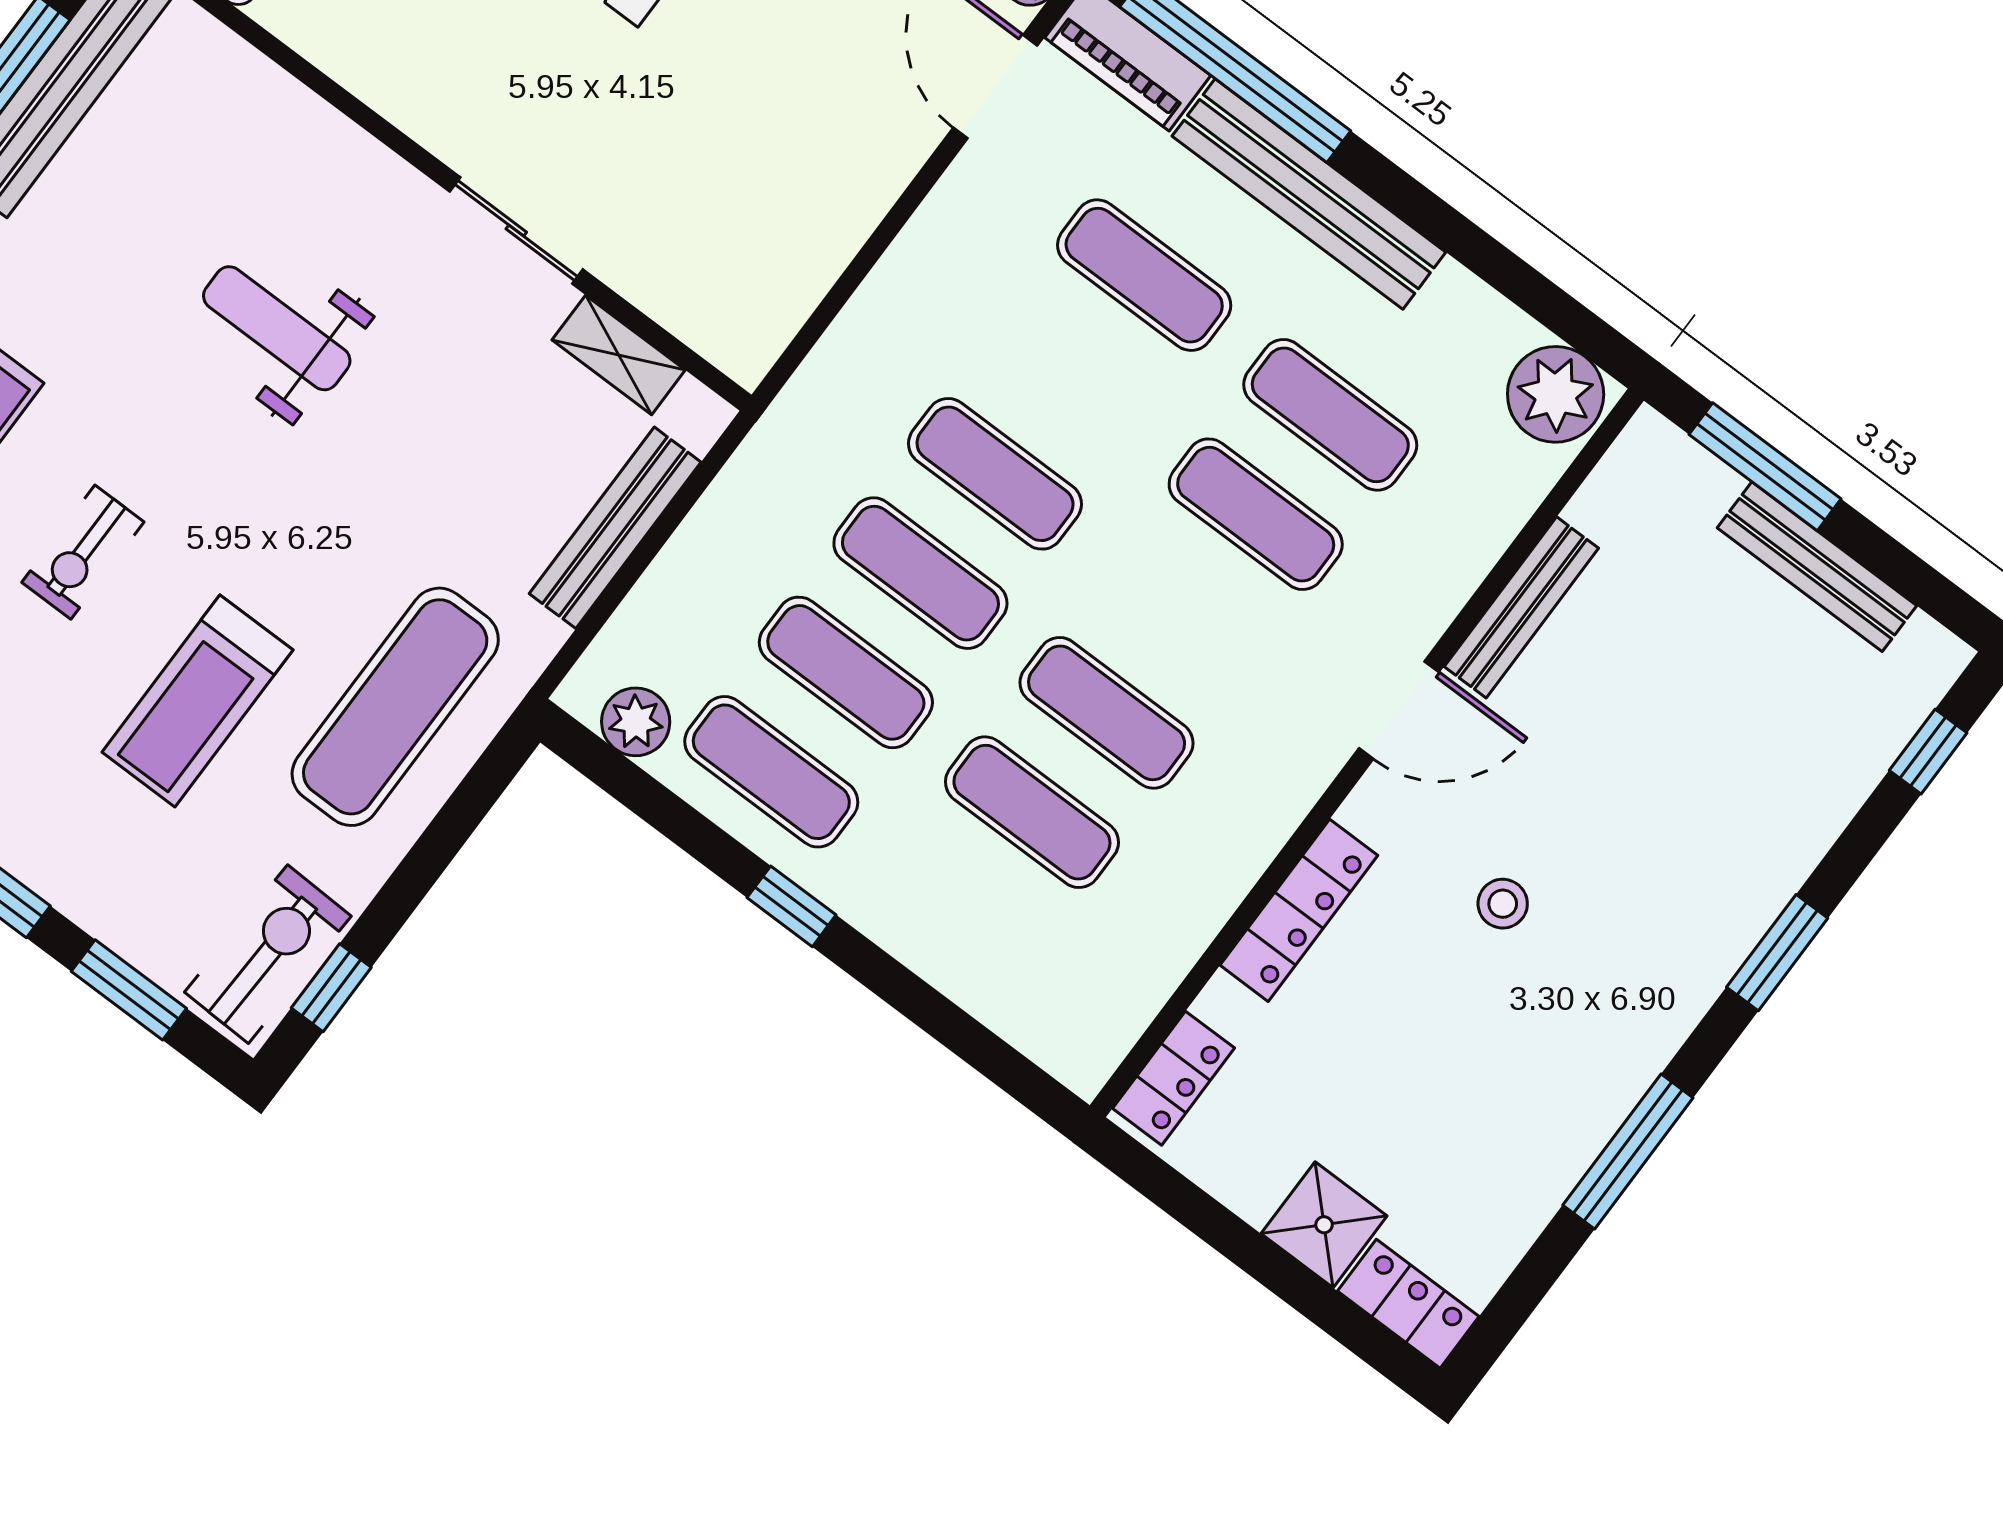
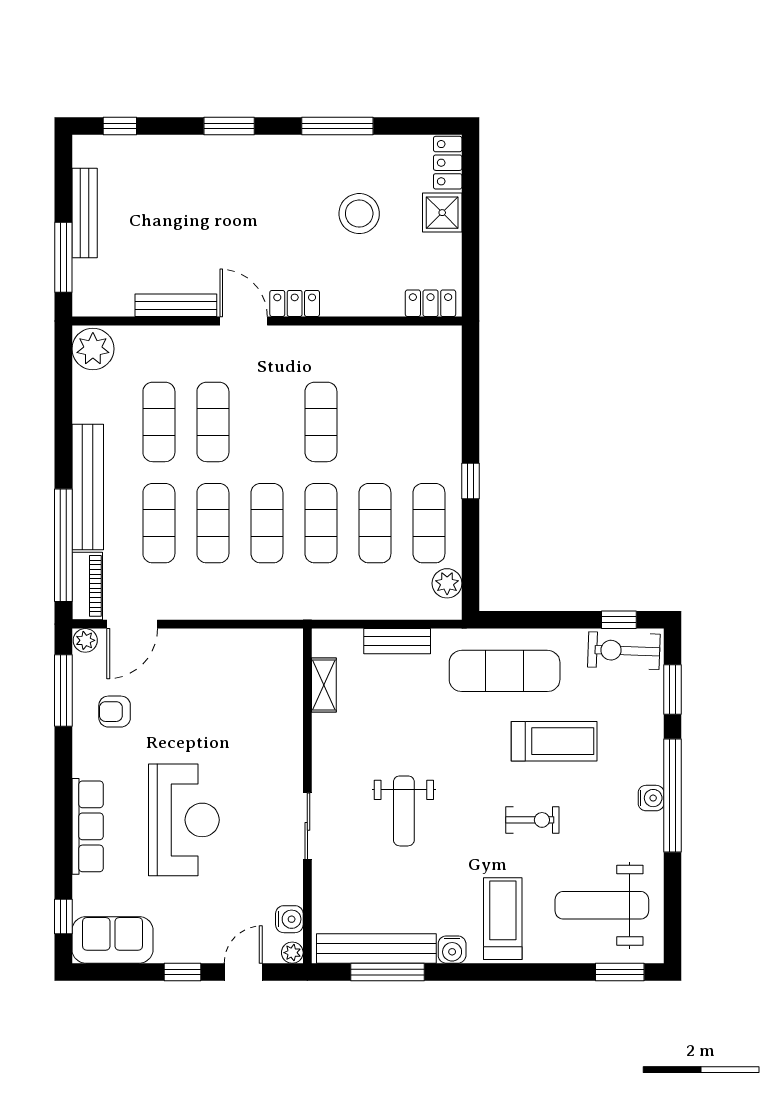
sliding door: (516, 231) -> (307, 826), moved
bench: (615, 528) -> (397, 641), width x0.73
exercise mat: (1032, 812) -> (213, 523), moved
stool: (1503, 904) -> (359, 214), moved, width x1.89, depth x1.89
locker: (1299, 910) -> (295, 303), moved, width x0.66

